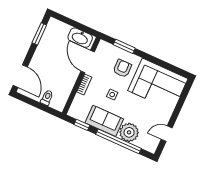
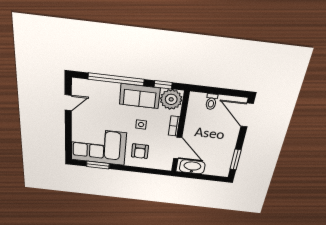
window: (124, 46) -> (98, 165), moved
plant: (129, 132) -> (171, 99), moved

